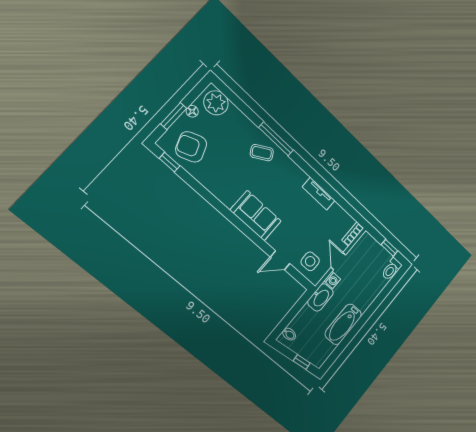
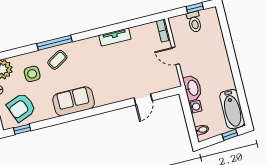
sofa: (256, 216) -> (74, 101), moved
side table: (310, 261) -> (32, 74), moved
toilet: (391, 269) -> (194, 22), moved
washing machine: (332, 280) -> (195, 107), moved
bathtub: (343, 324) -> (232, 109), moved

